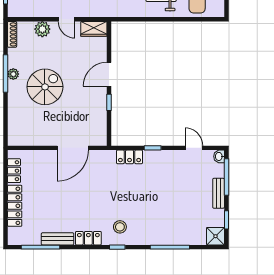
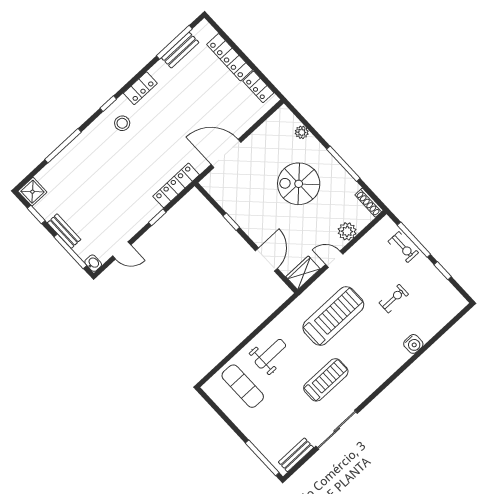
plant: (13, 74) -> (302, 132), moved
door: (109, 74) -> (266, 260), moved
spiral stairs: (45, 87) -> (299, 184), turned 90
door: (73, 148) -> (226, 153), hinge flipped
locker: (130, 157) -> (176, 185), width x1.53
bench: (58, 239) -> (180, 50), moved

